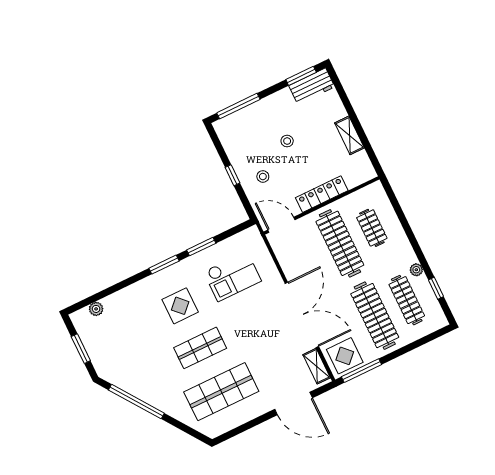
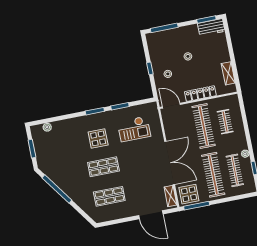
shelving: (350, 135) -> (228, 73), moved
shop shelf: (221, 392) -> (109, 196), width x0.70, depth x0.74

